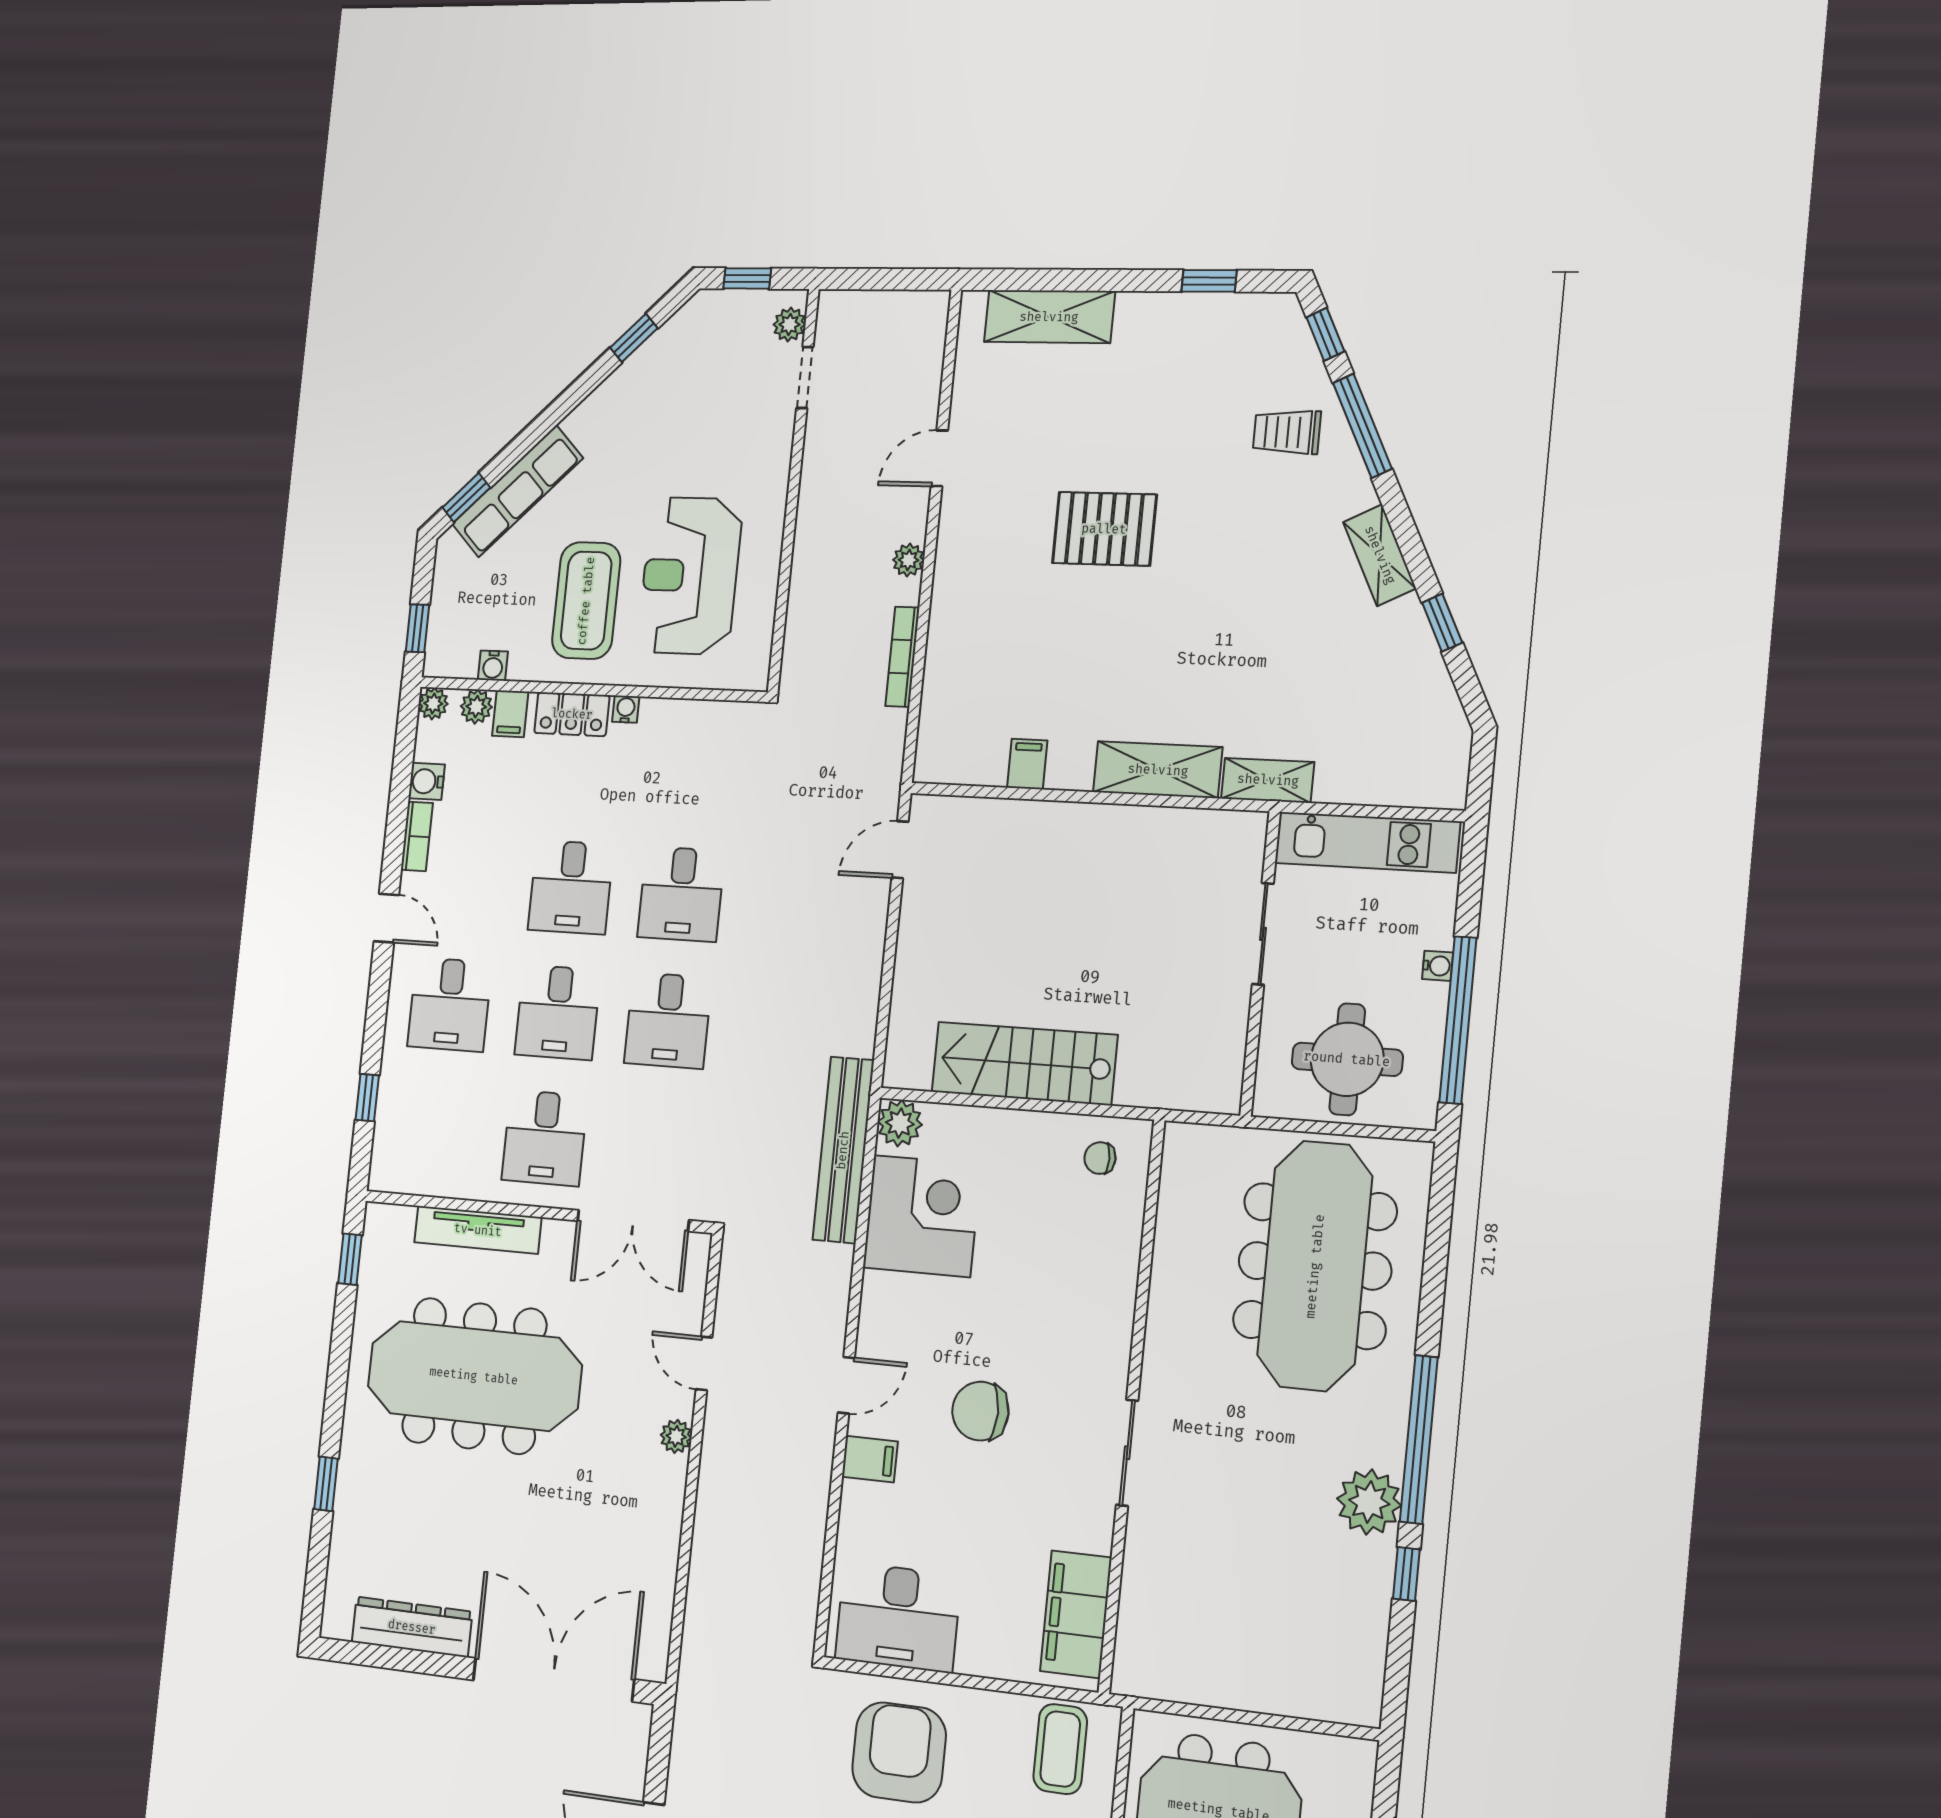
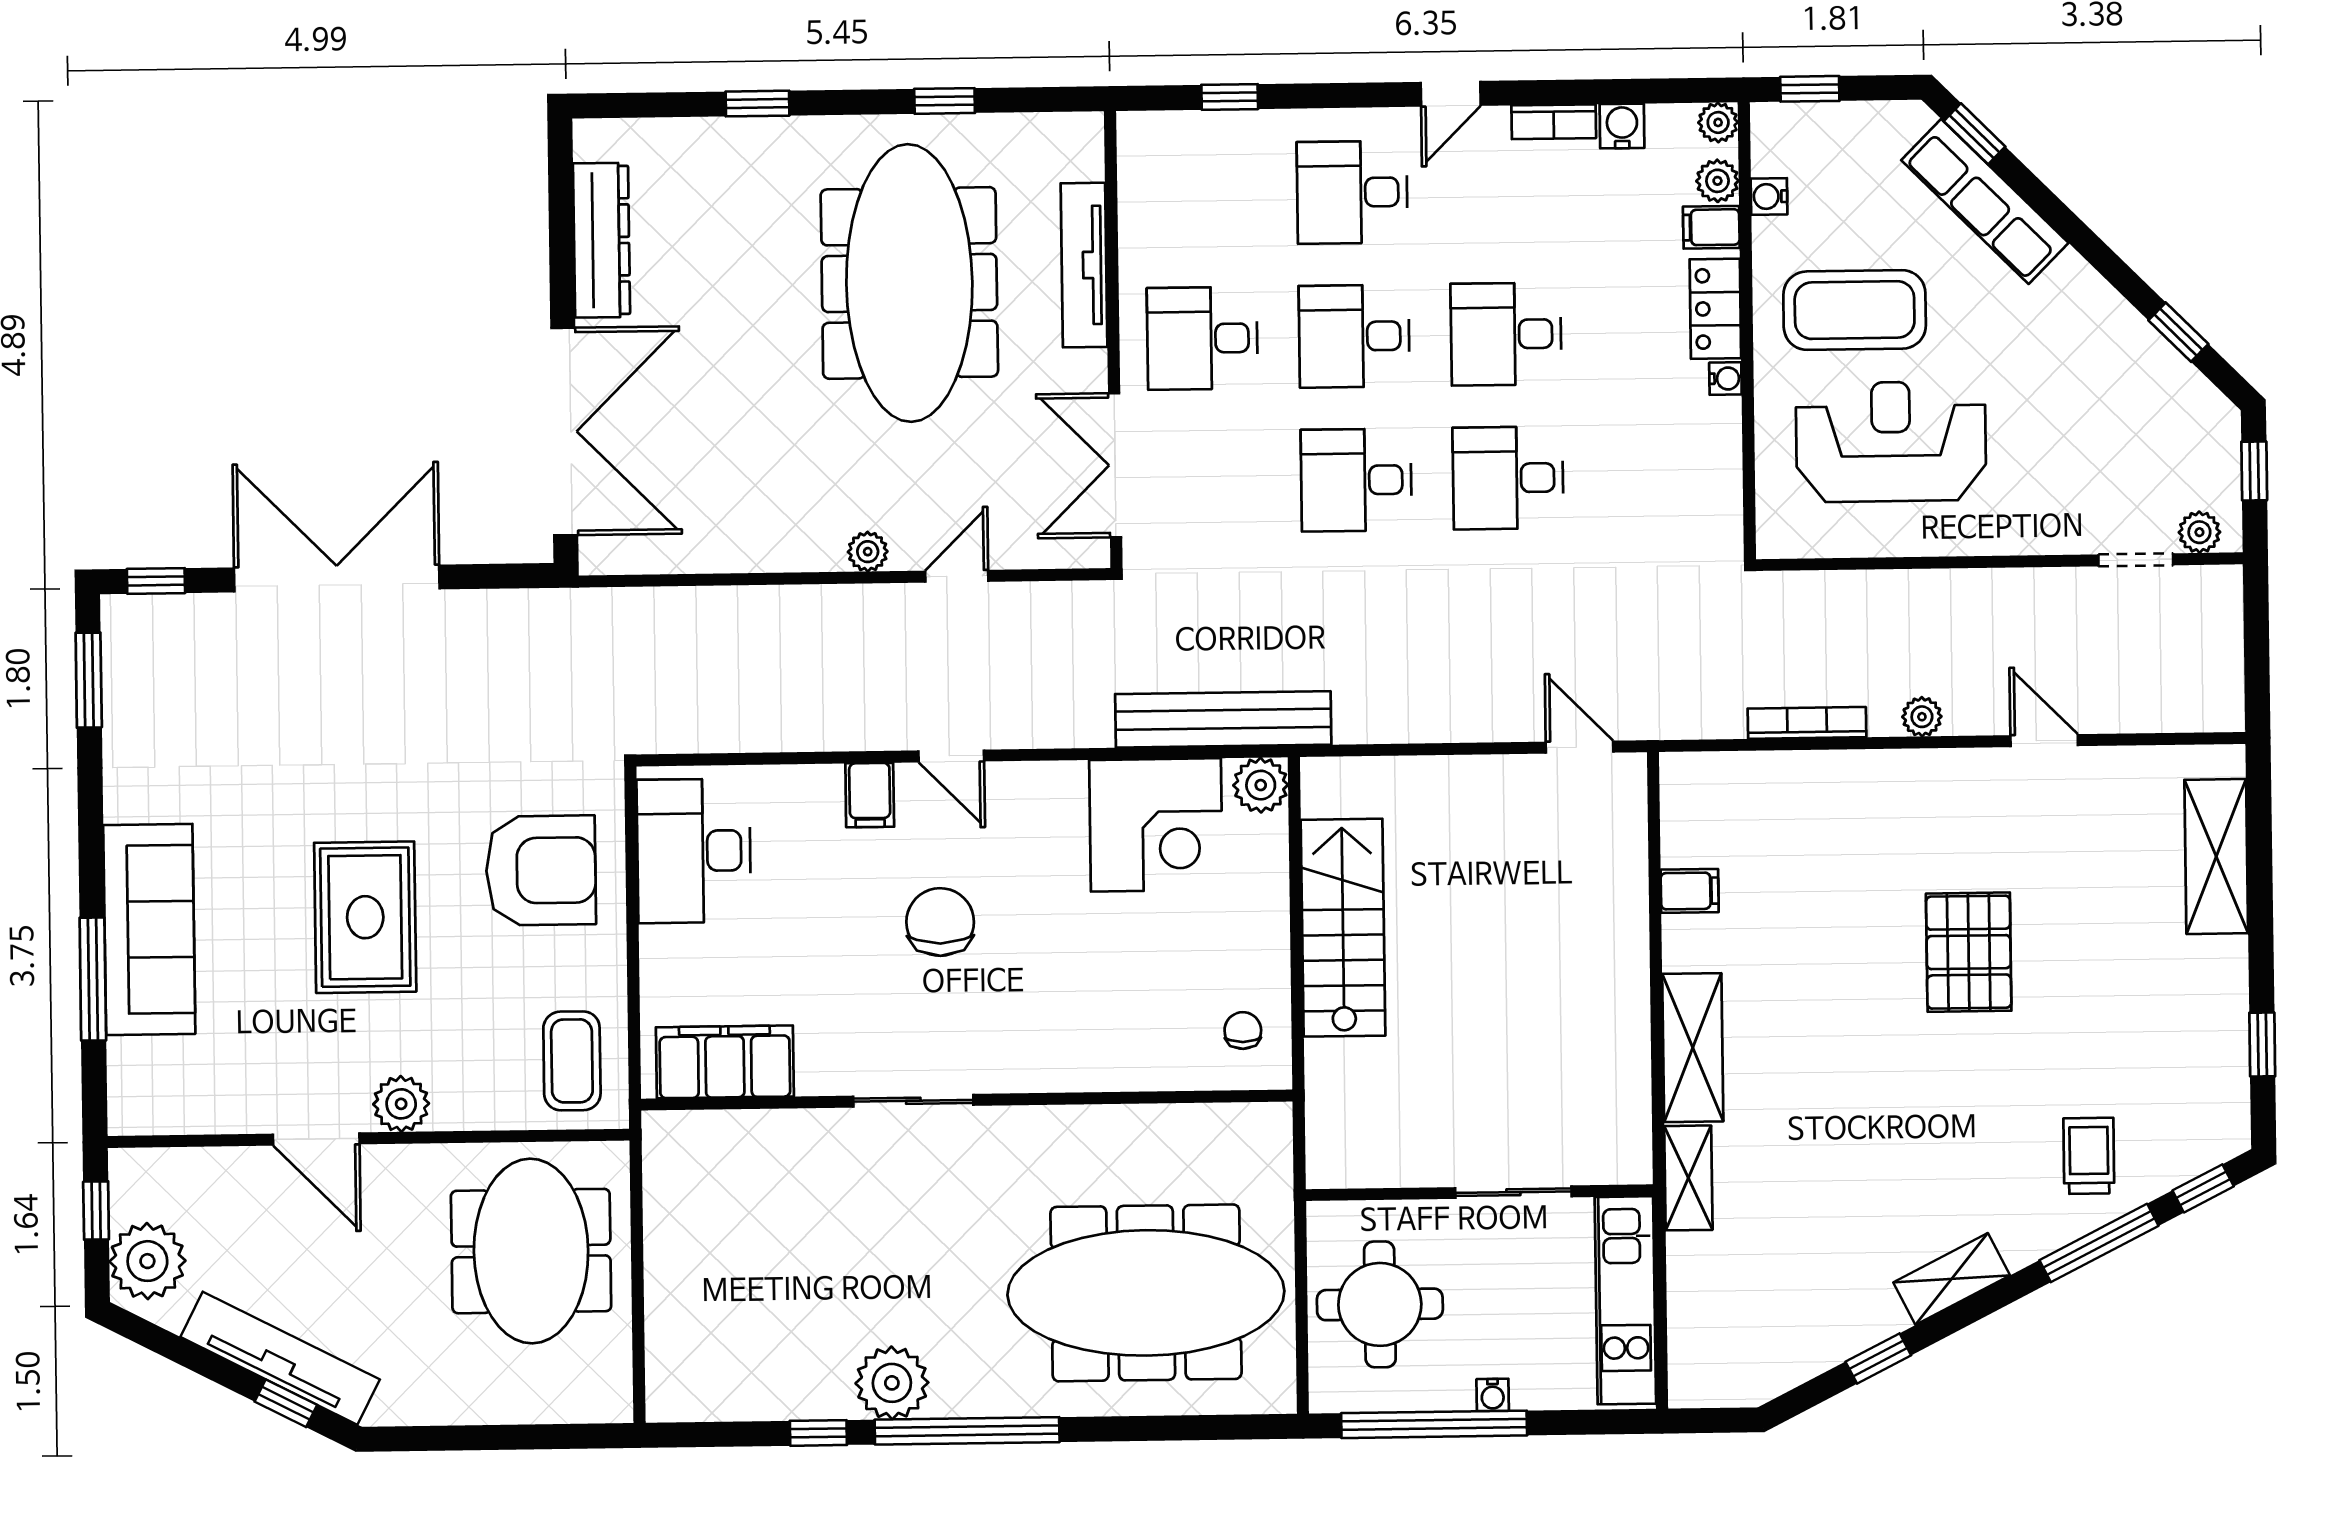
window: (350, 1259) -> (945, 101), moved
coffee table: (1060, 1749) -> (572, 1061), turned 90

